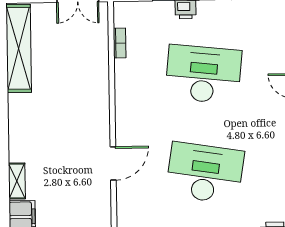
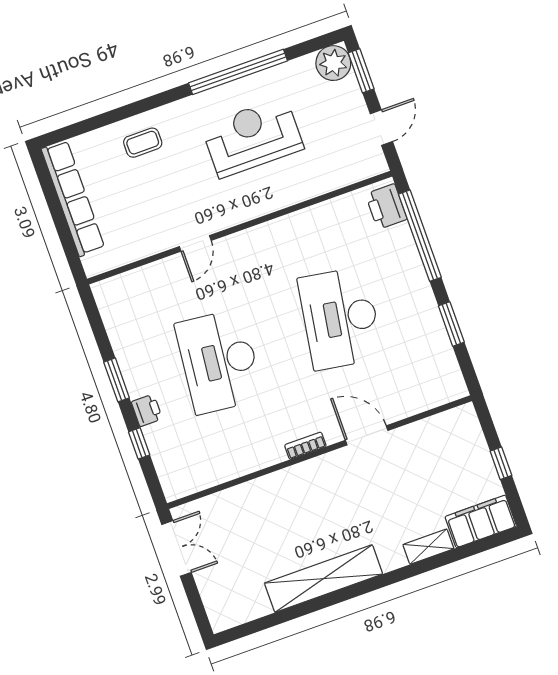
bookcase: (120, 43) -> (305, 446), moved
shelving: (19, 48) -> (324, 579), moved

